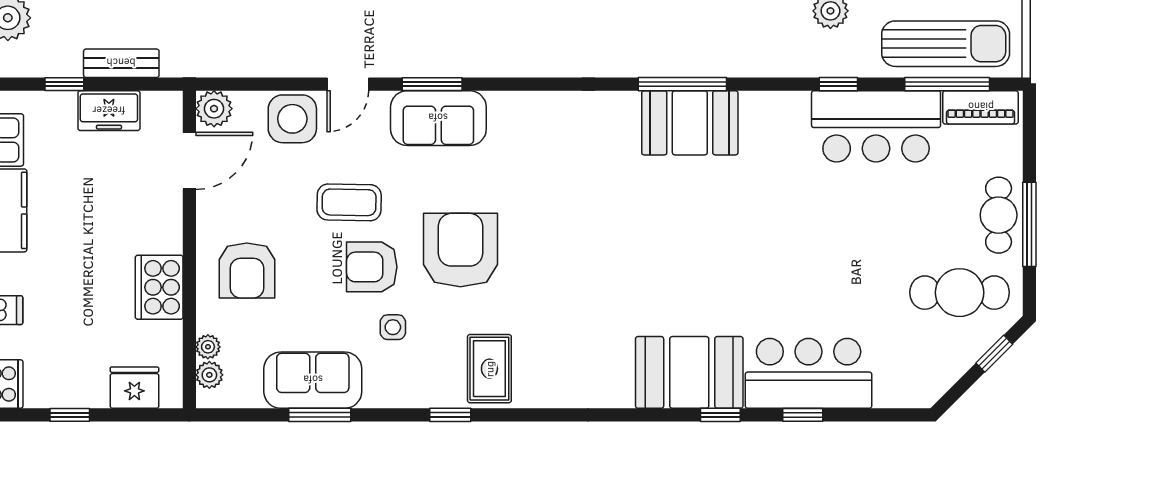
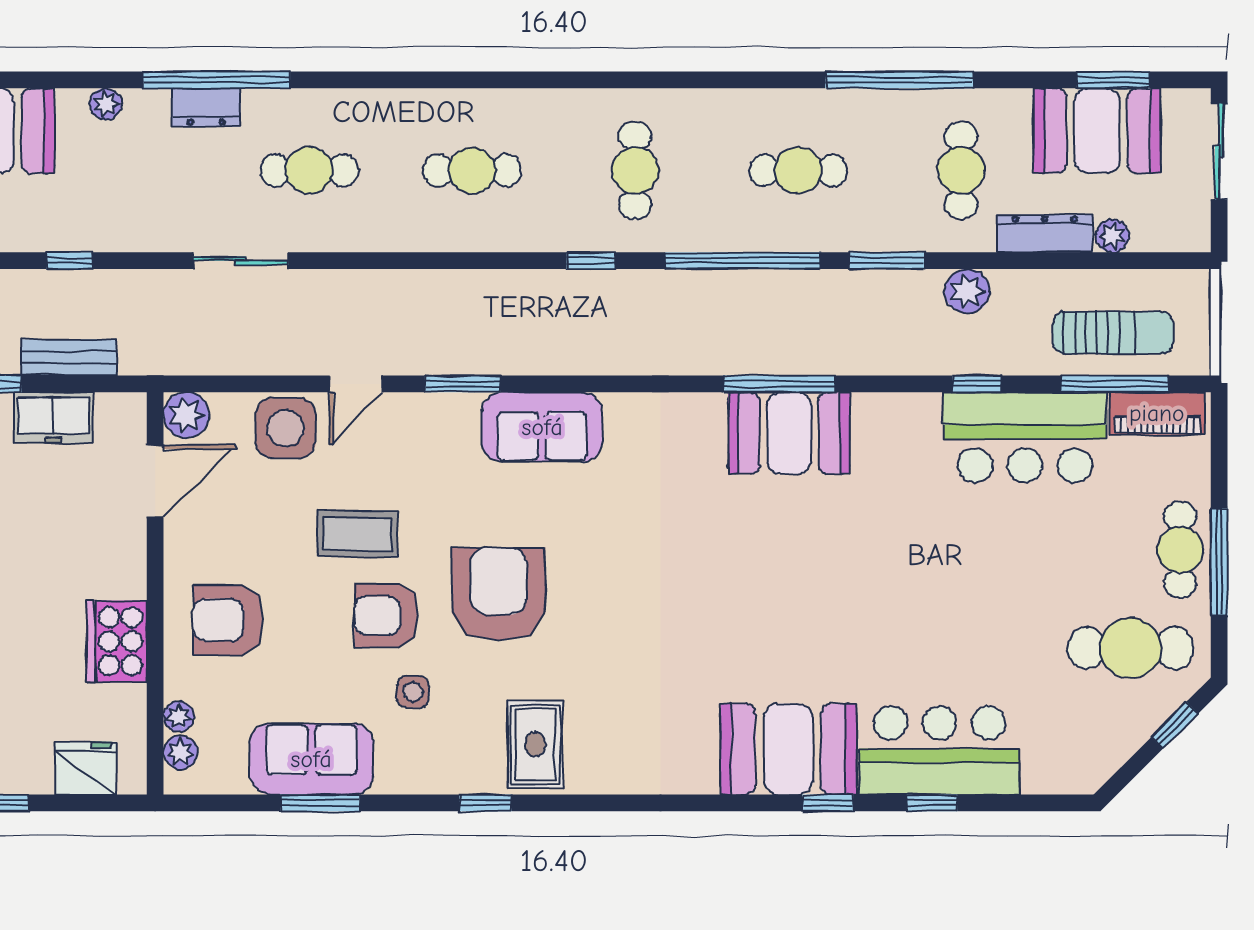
sun lounger: (946, 44) -> (1113, 333), width x0.73, depth x0.75
sofa: (438, 118) -> (542, 427), moved
armchair: (247, 270) -> (228, 620), turned 90

